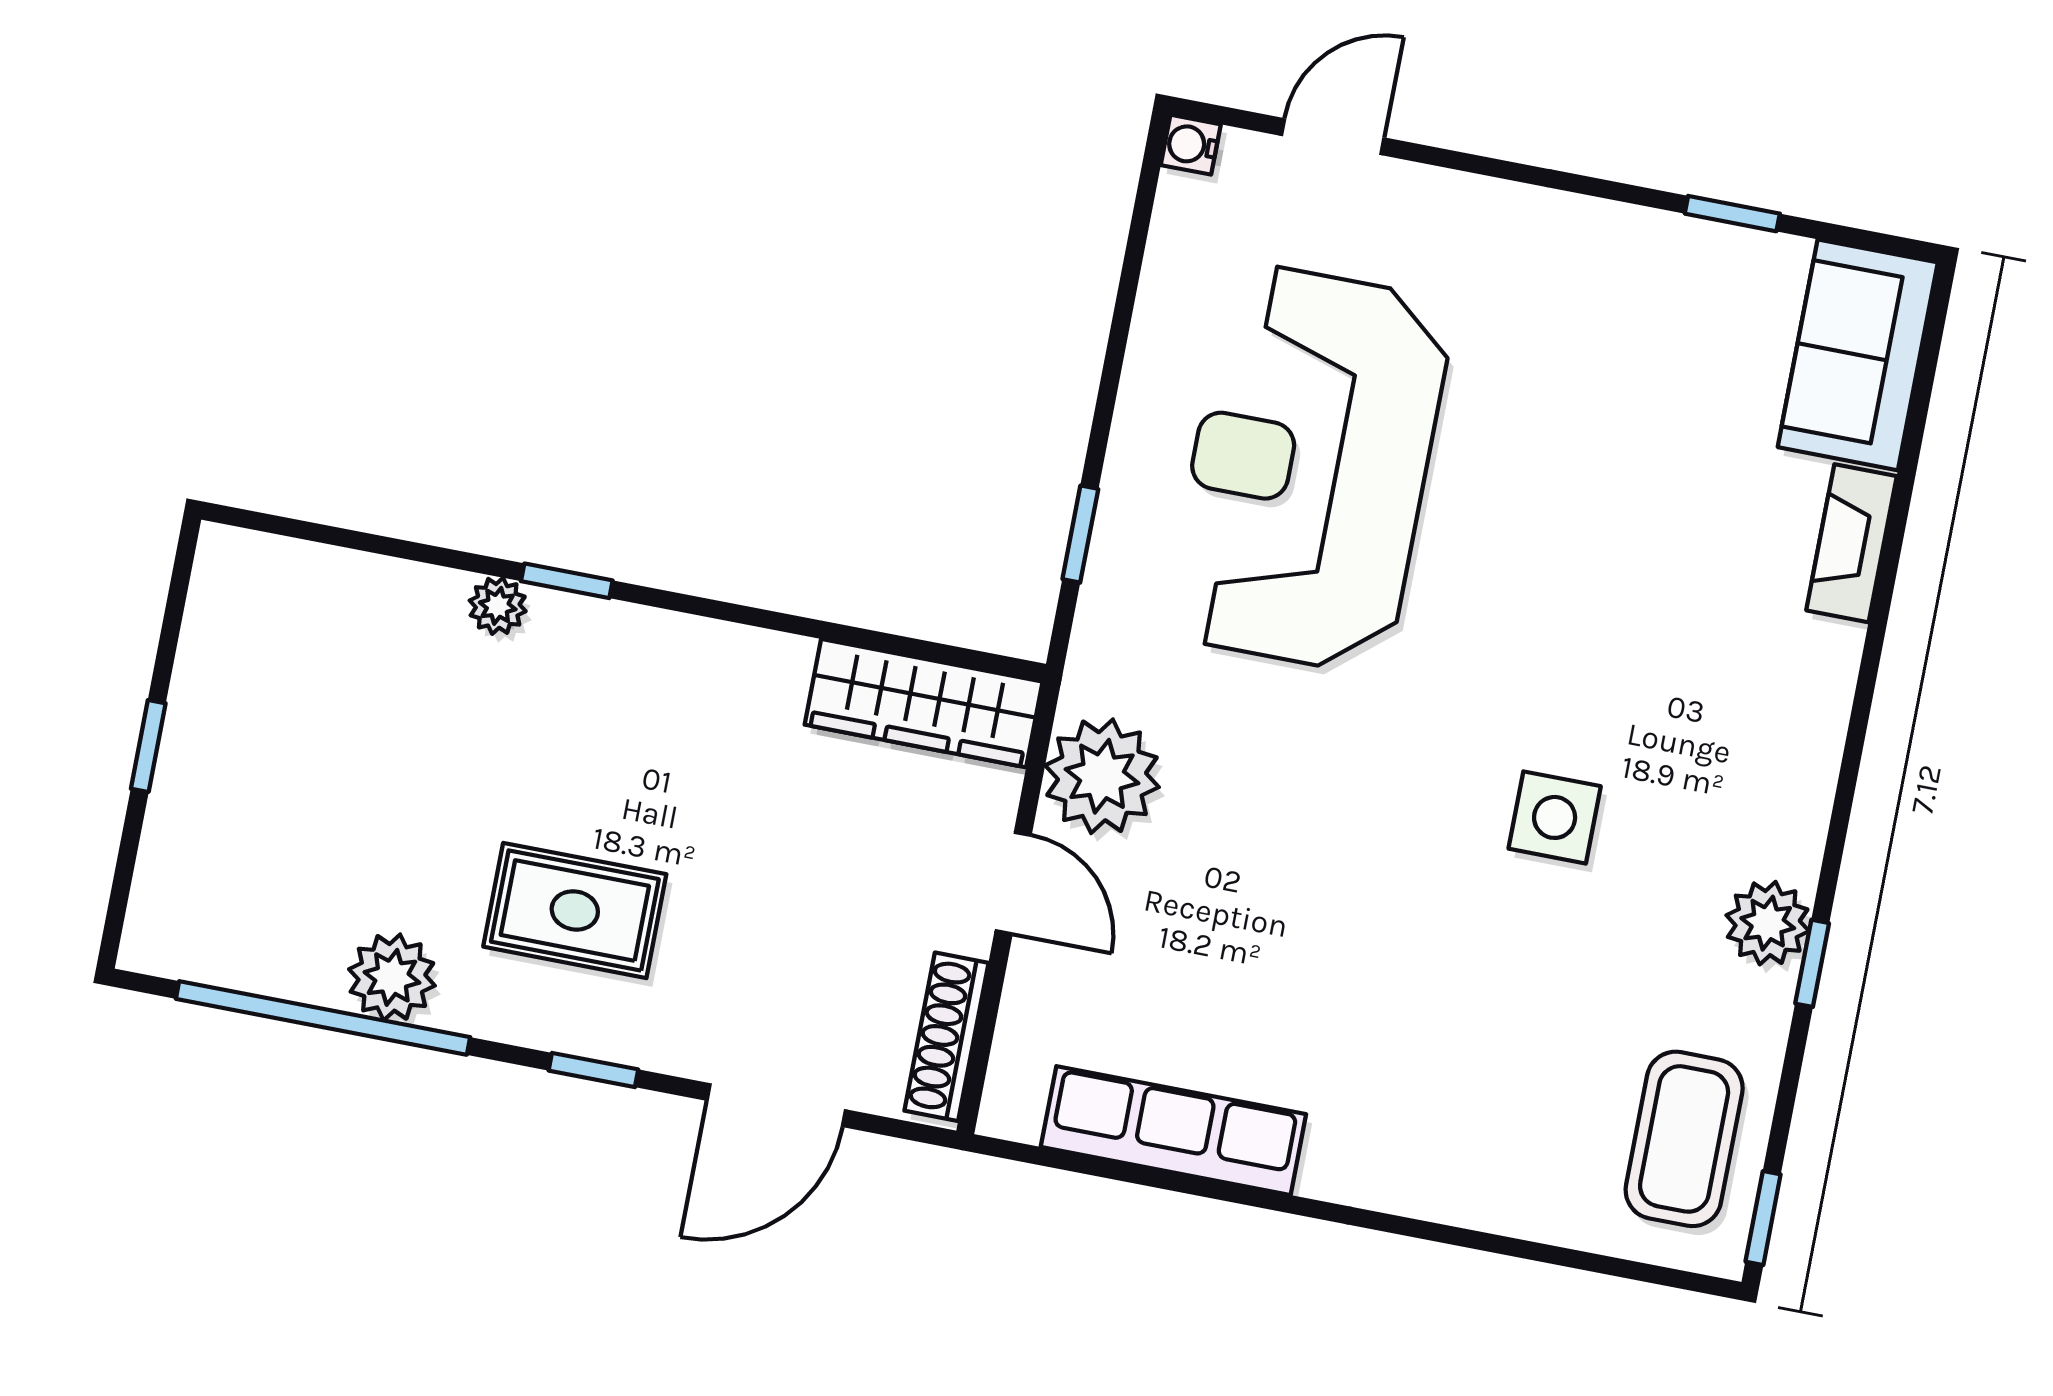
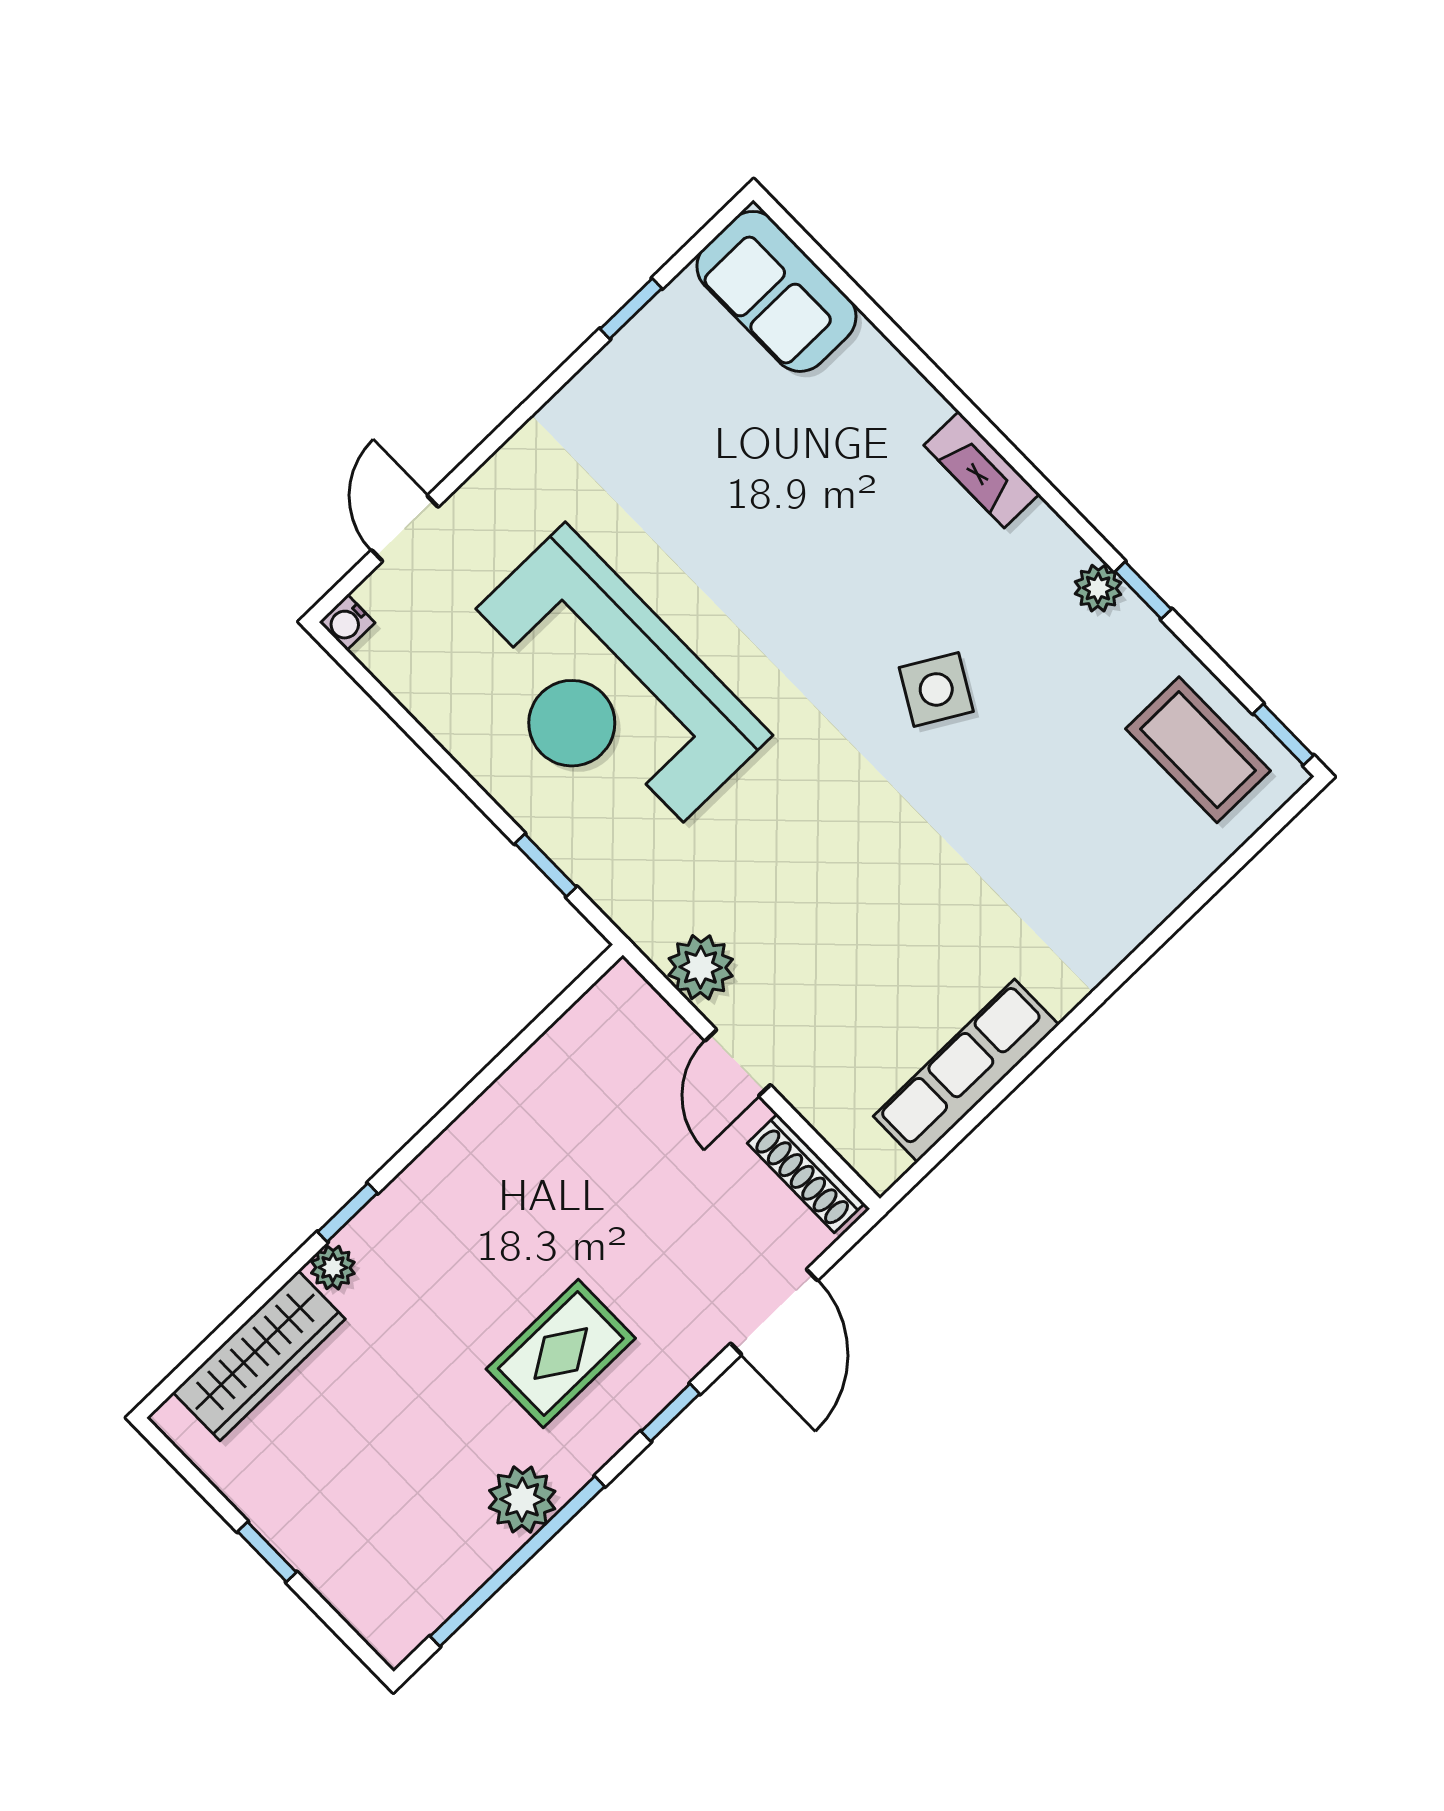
fireplace: (1851, 543) -> (982, 470), moved
wardrobe: (924, 703) -> (259, 1356), moved
plant: (1102, 776) -> (701, 967), width x0.73, depth x0.73
side table: (1555, 817) -> (936, 689), turned 30
door: (1013, 883) -> (738, 1063), swing flipped
plant: (1768, 923) -> (1098, 588), width x0.73, depth x0.73

